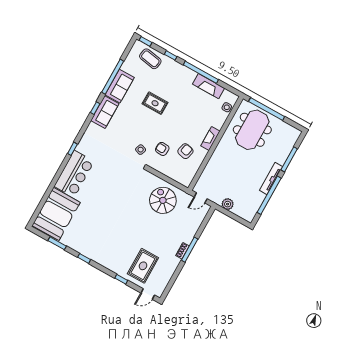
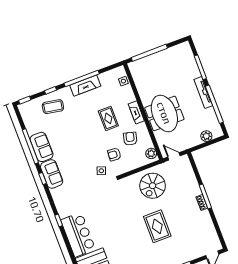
coffee table: (150, 59) -> (53, 107), moved
fireplace: (209, 86) -> (85, 86), moved
rug: (155, 103) -> (108, 118), moved, turned 90
meeting table: (252, 130) -> (164, 113), moved
plant: (188, 178) -> (151, 153), added
door: (201, 198) -> (174, 156), swing flipped
spiral stairs: (163, 200) -> (153, 186), turned -90
plant: (228, 204) -> (206, 136), moved
rug: (143, 266) -> (157, 226), moved

